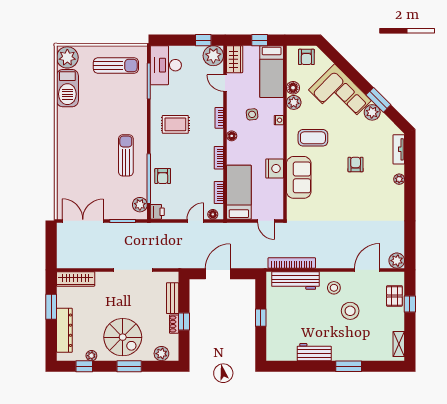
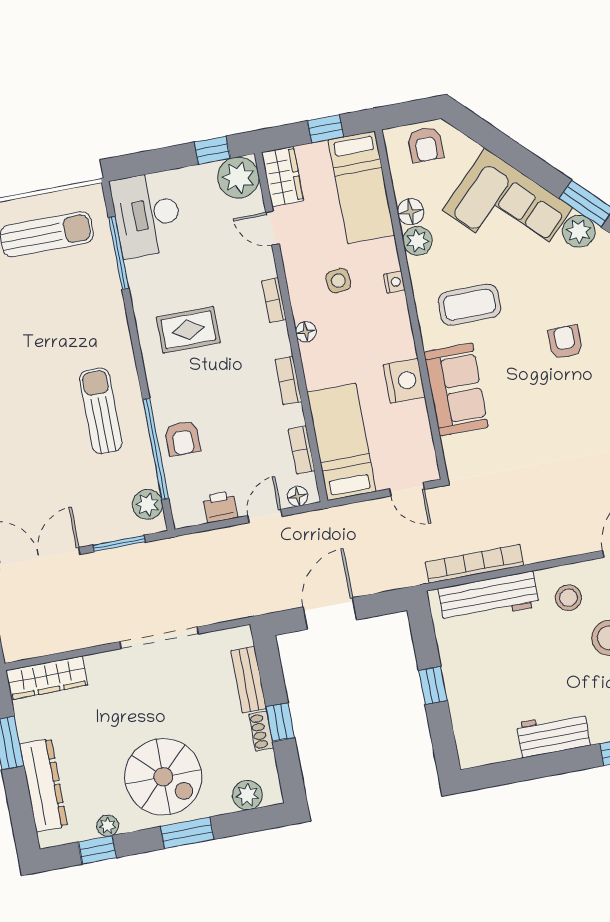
printer: (157, 212) -> (220, 507), moved, turned -90

